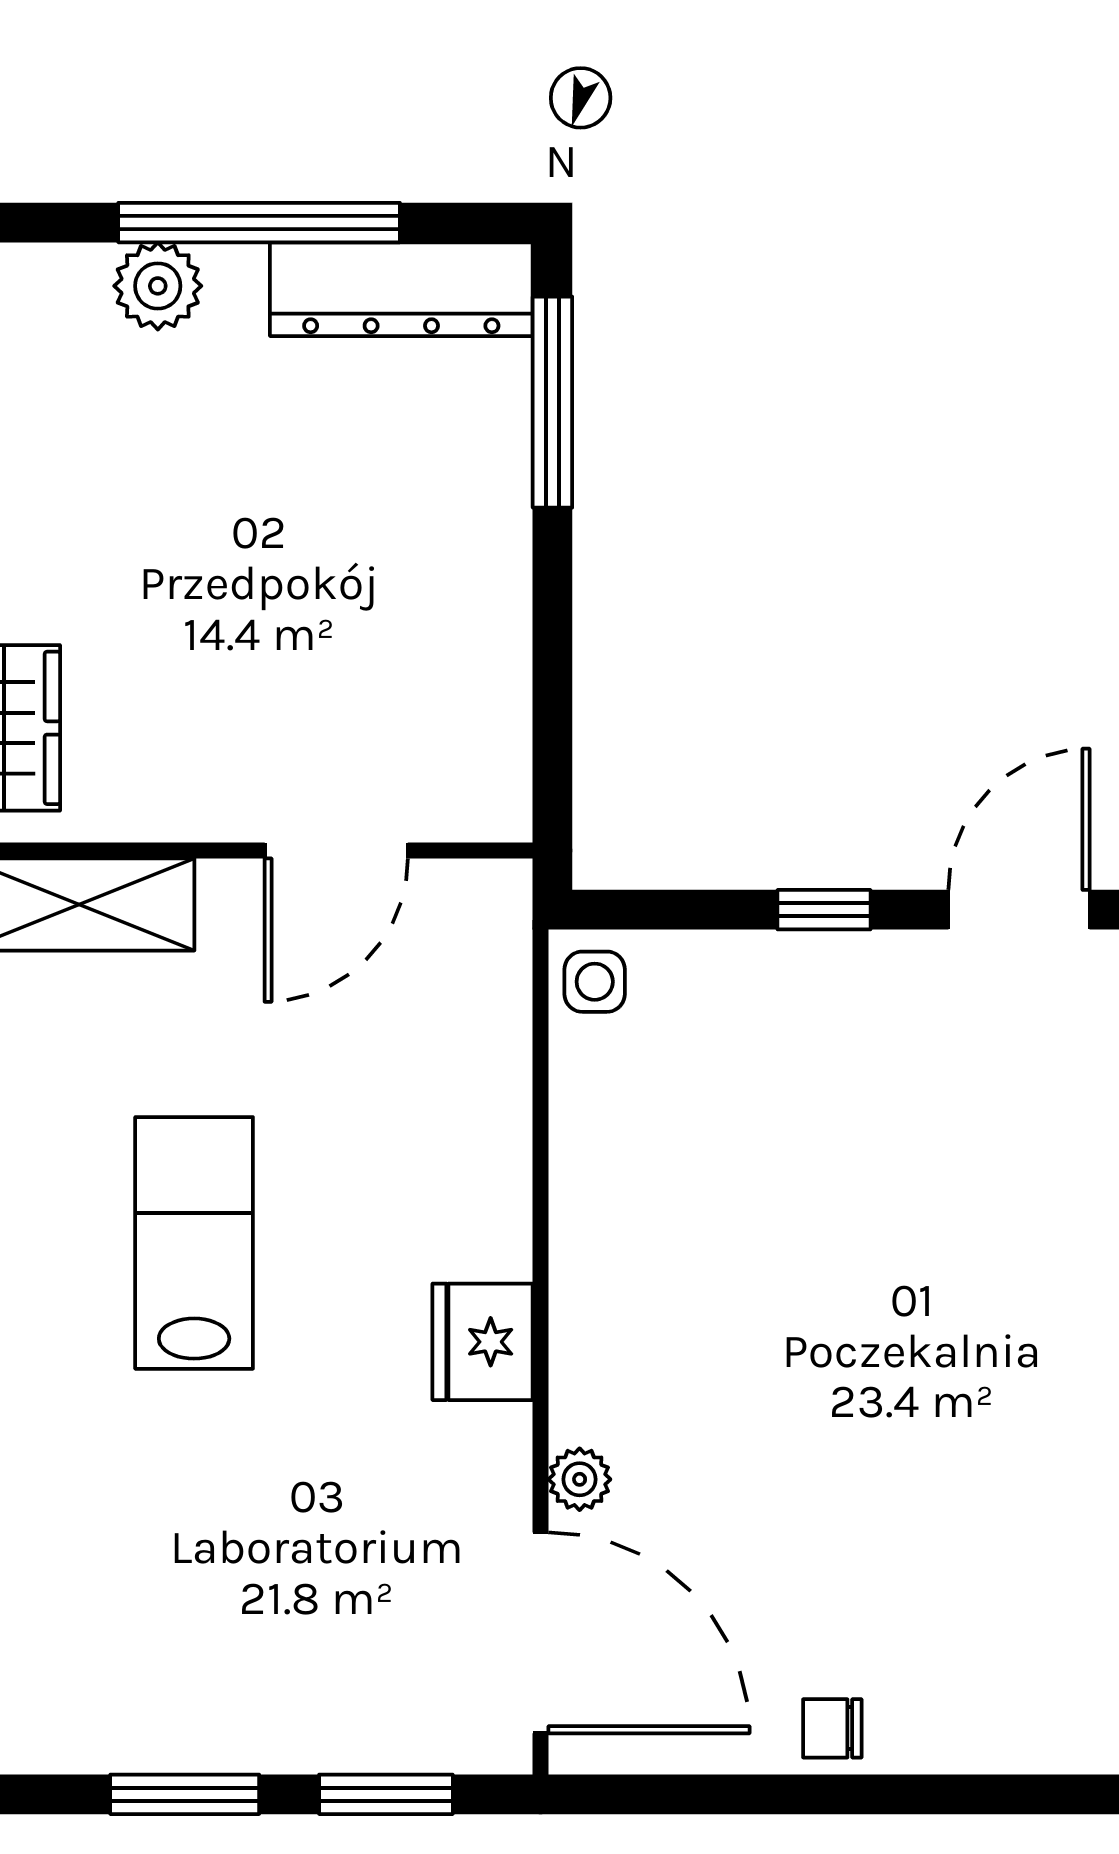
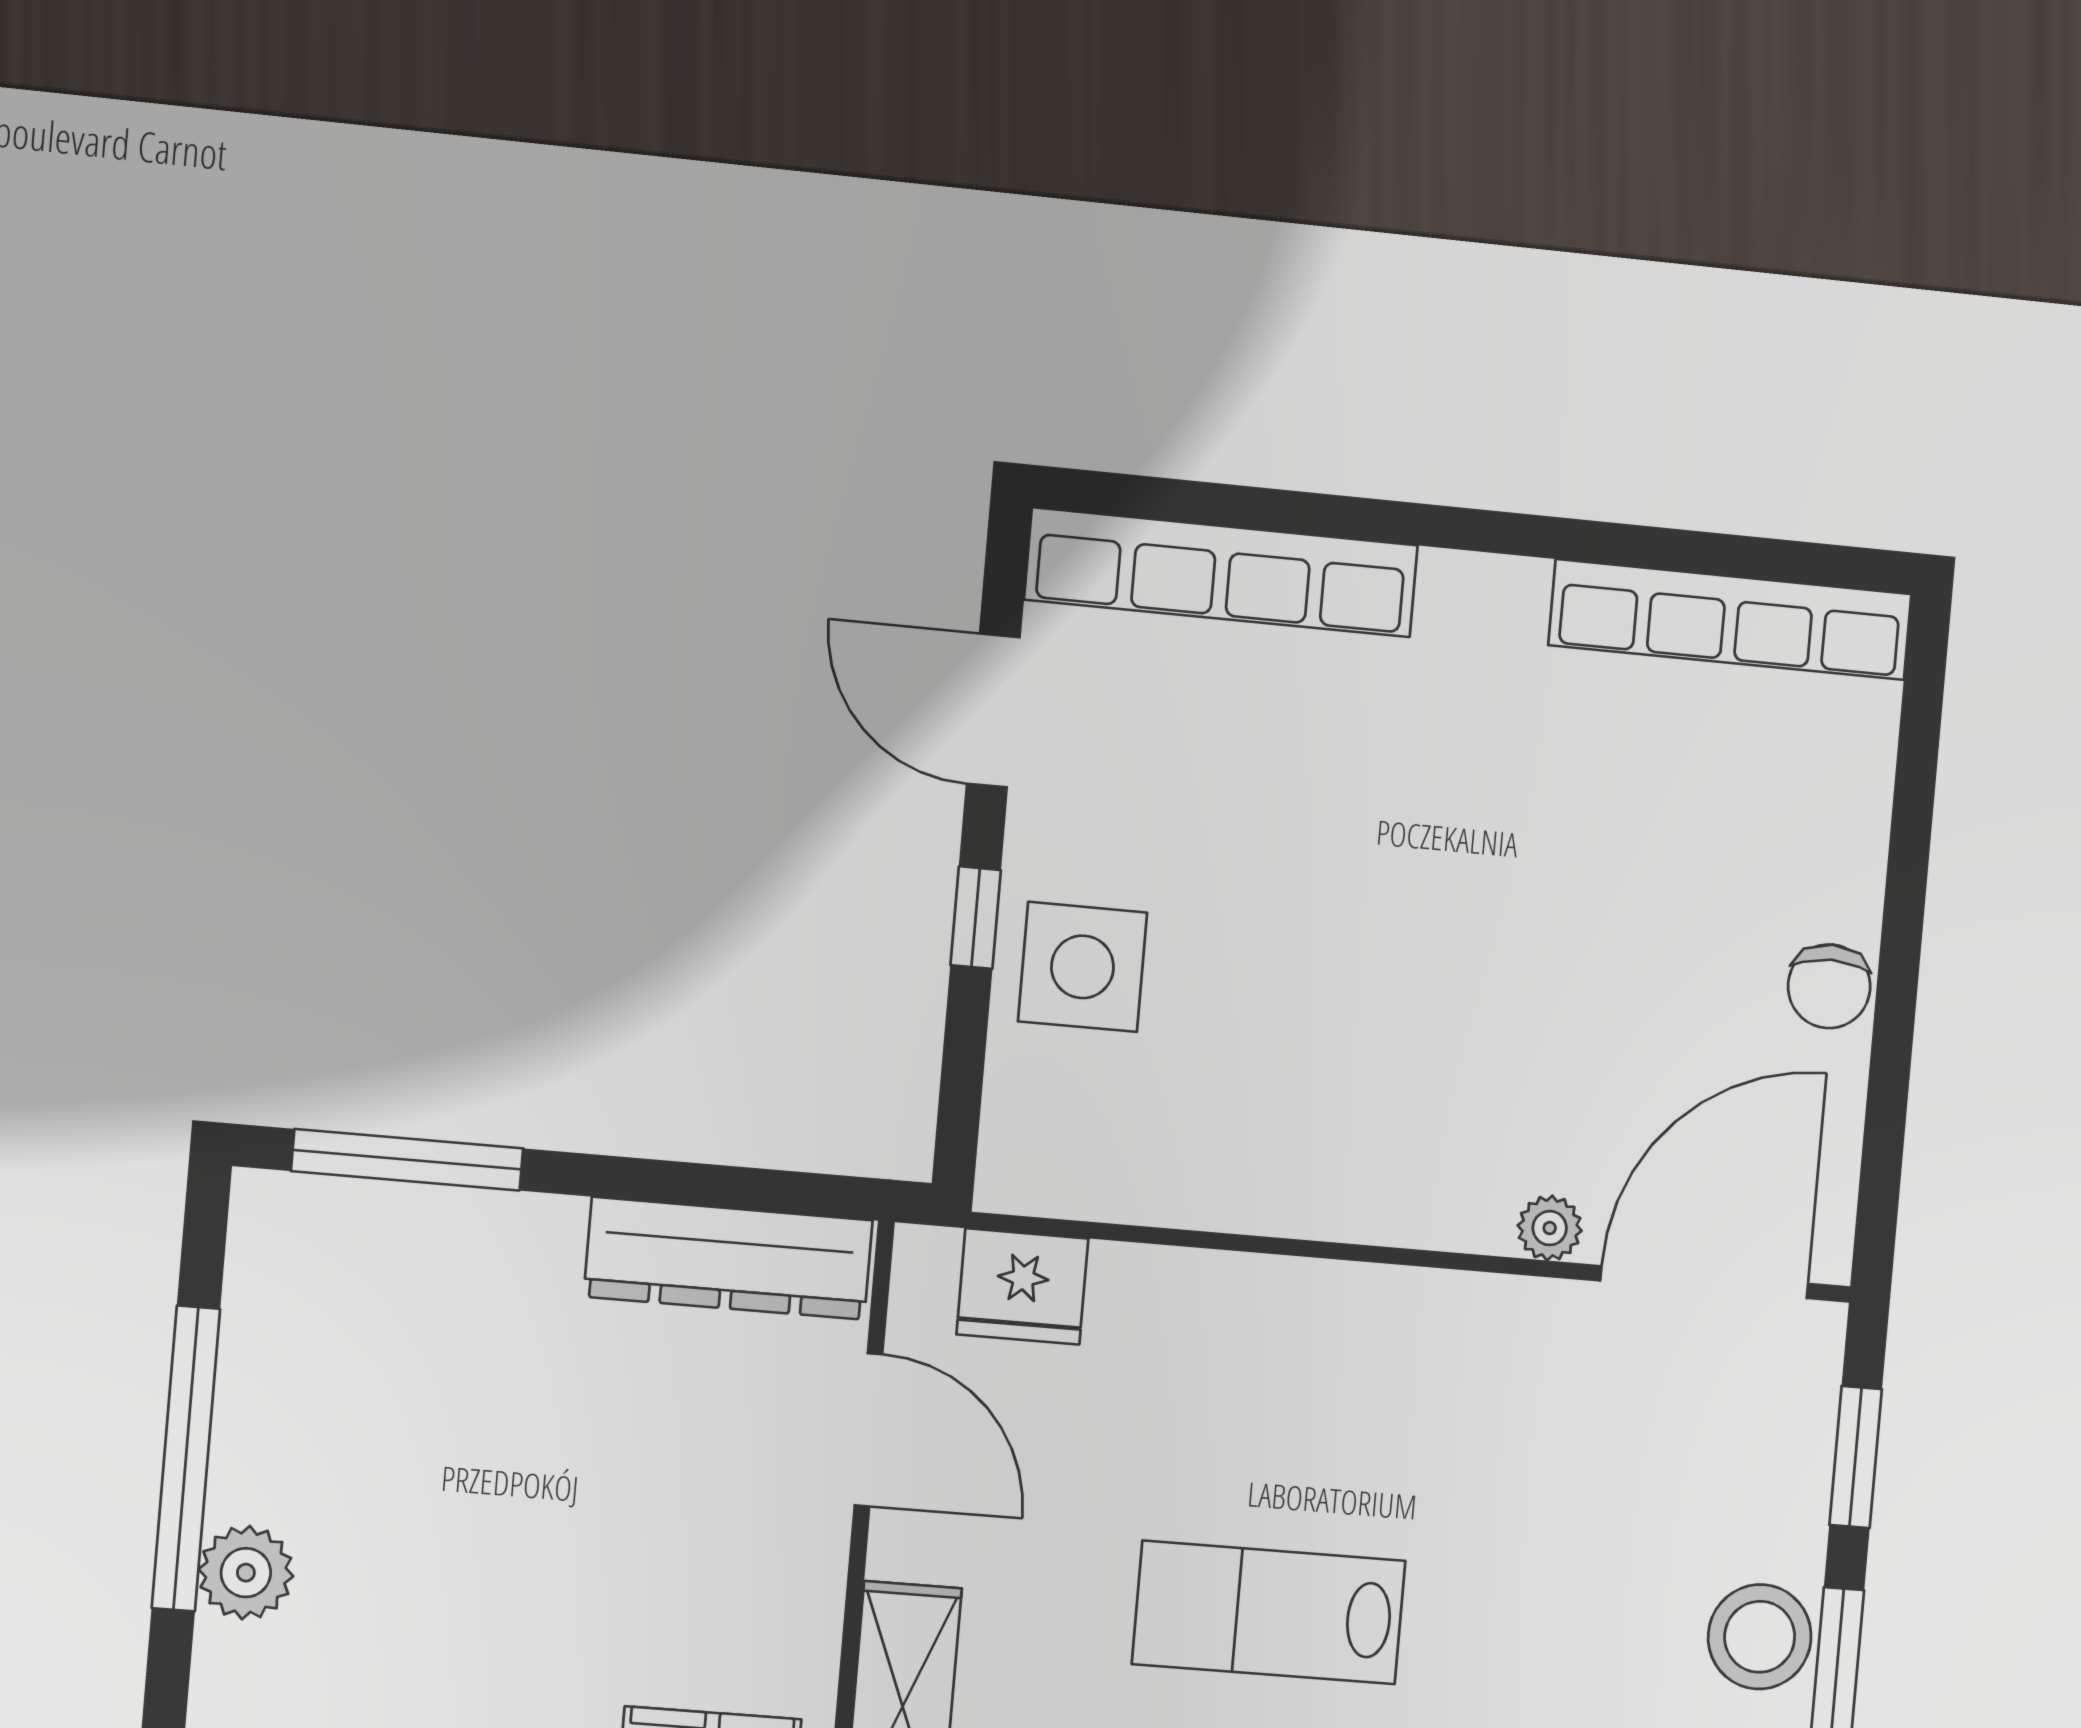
dresser: (401, 289) -> (728, 1258), moved, turned 90
side table: (595, 982) -> (1082, 967), moved, width x1.87, depth x1.87
fridge: (483, 1342) -> (1022, 1286), moved
stool: (207, 1717) -> (1760, 1637), added
chair: (832, 1728) -> (1829, 986), width x1.37, depth x1.37

